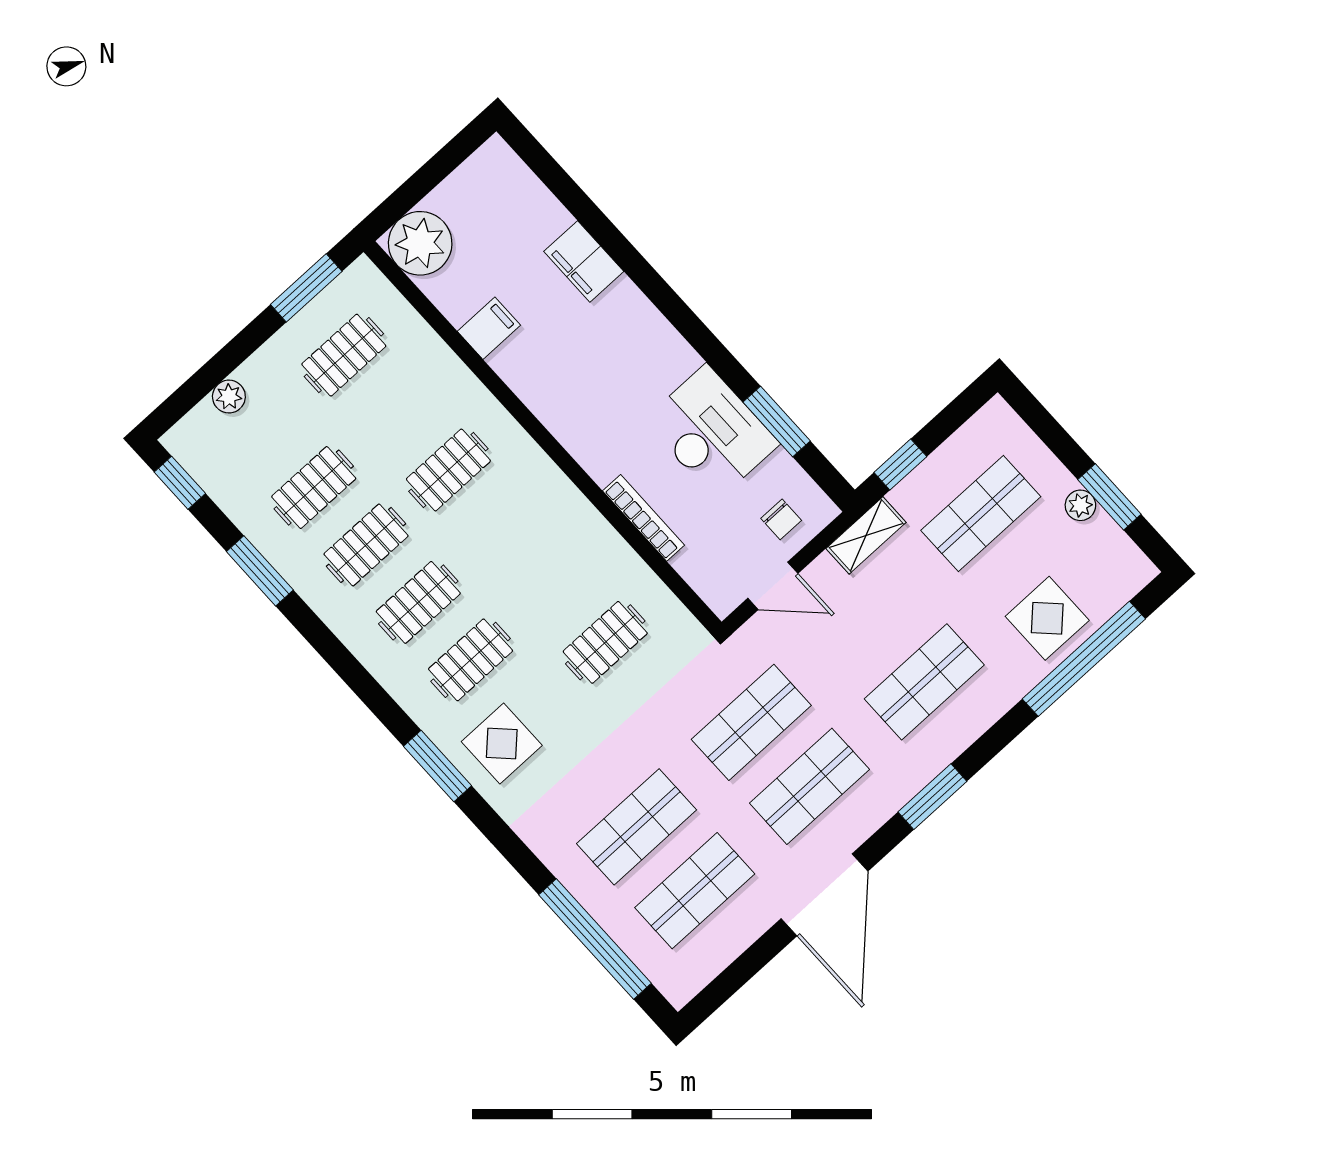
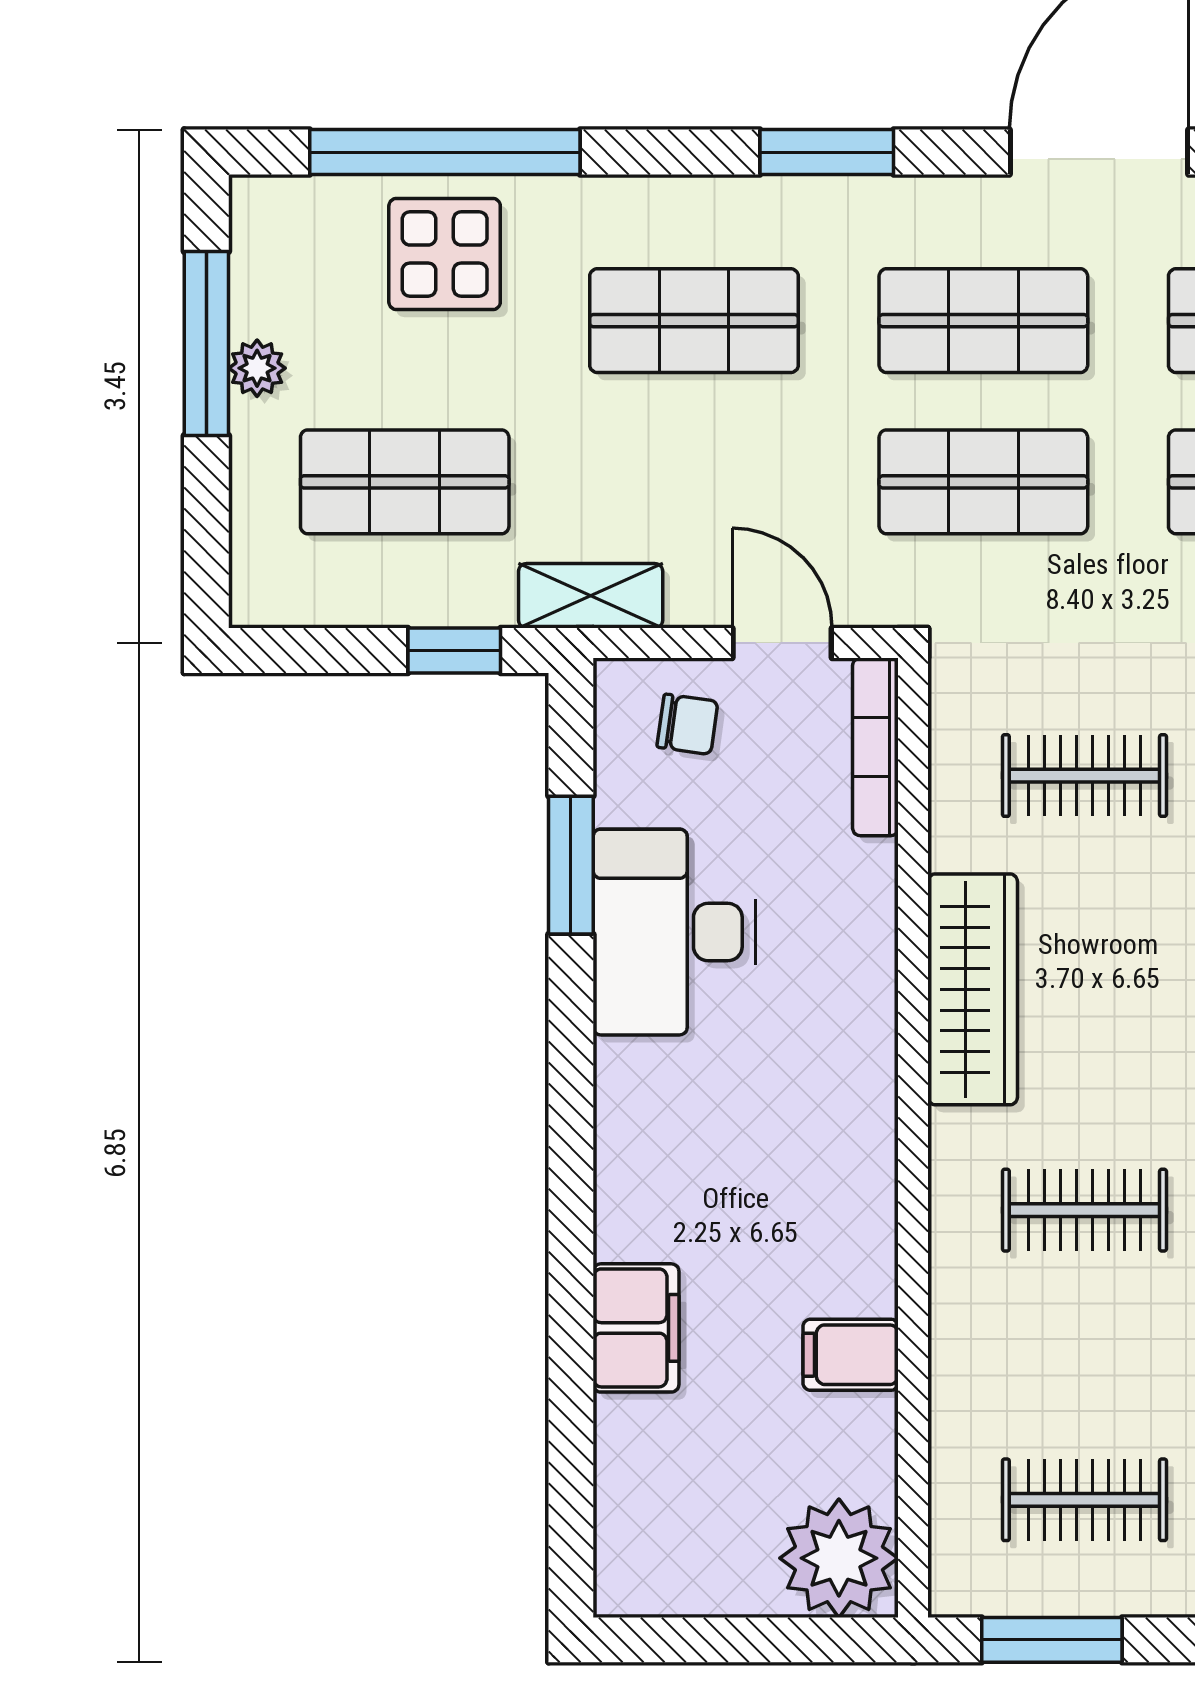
window: (1109, 497) -> (206, 343), width x1.44
wardrobe: (572, 517) -> (973, 989), added
bookcase: (644, 518) -> (875, 747), moved
chair: (781, 519) -> (687, 724), turned 98

